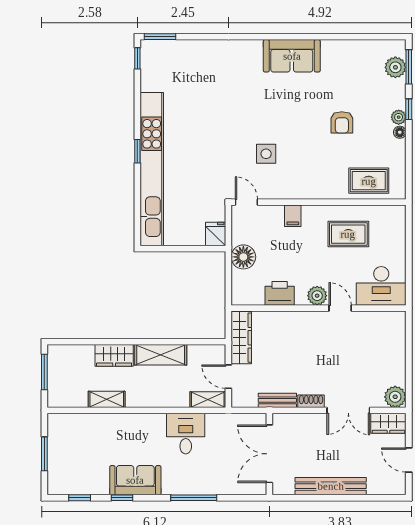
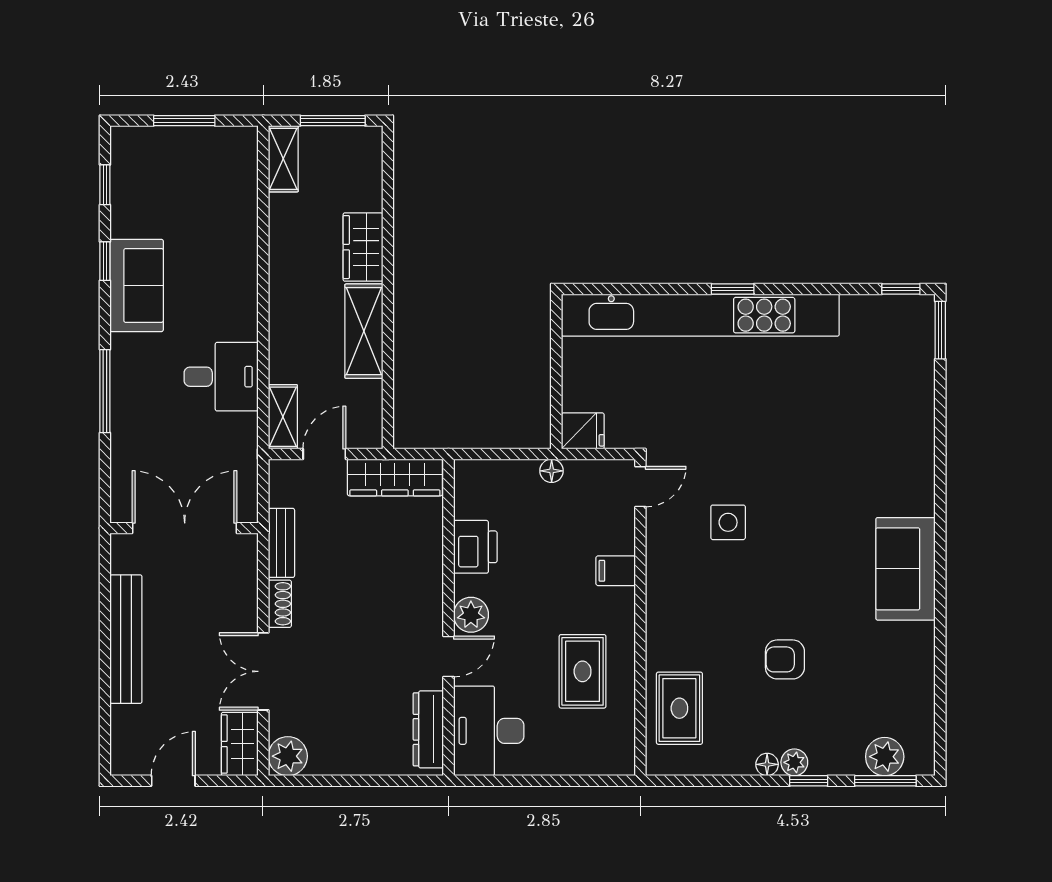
floor lamp: (243, 257) -> (552, 471), width x0.53, depth x0.53
dresser: (380, 319) -> (428, 729), added
shelving: (107, 399) -> (283, 159), moved

